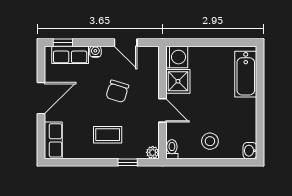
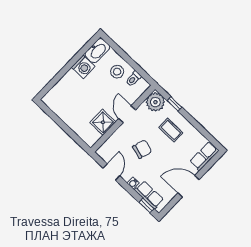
washing machine: (177, 57) -> (83, 67), moved, turned 180
bathtub: (246, 74) -> (61, 90), removed
toilet: (172, 149) -> (133, 79), moved
washbasin: (250, 151) -> (97, 51), width x1.91, depth x1.45
plant: (153, 152) -> (155, 102), width x1.87, depth x1.87

